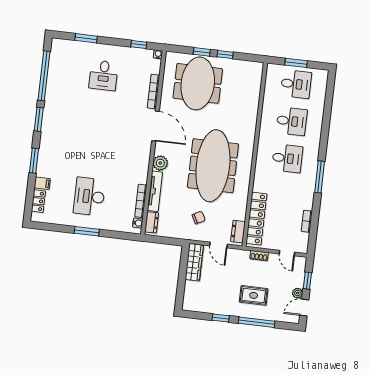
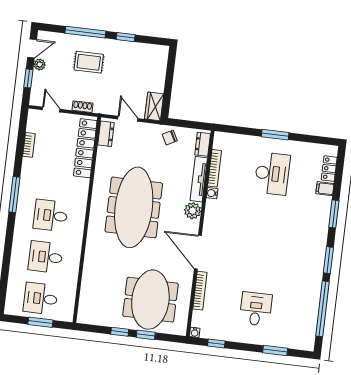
chair: (199, 218) -> (170, 138), moved
water cooler: (138, 223) -> (212, 193), moved
wardrobe: (194, 262) -> (154, 106), width x0.67

